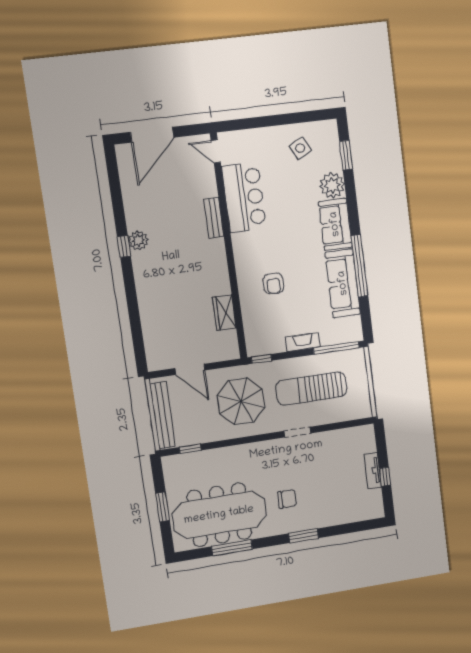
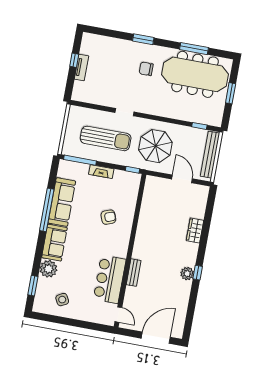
armchair: (273, 283) -> (108, 217), turned 69
wardrobe: (224, 313) -> (195, 231), moved, turned 180

